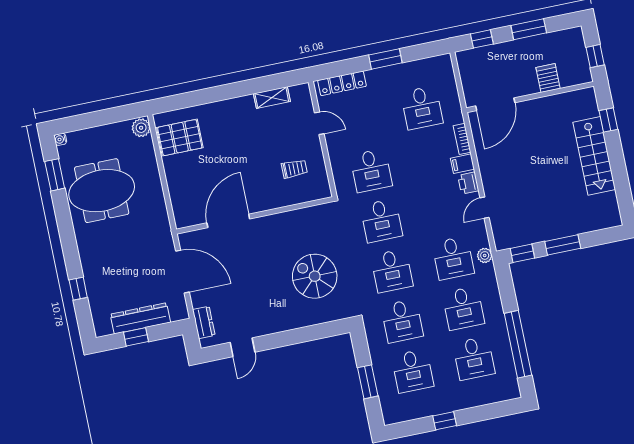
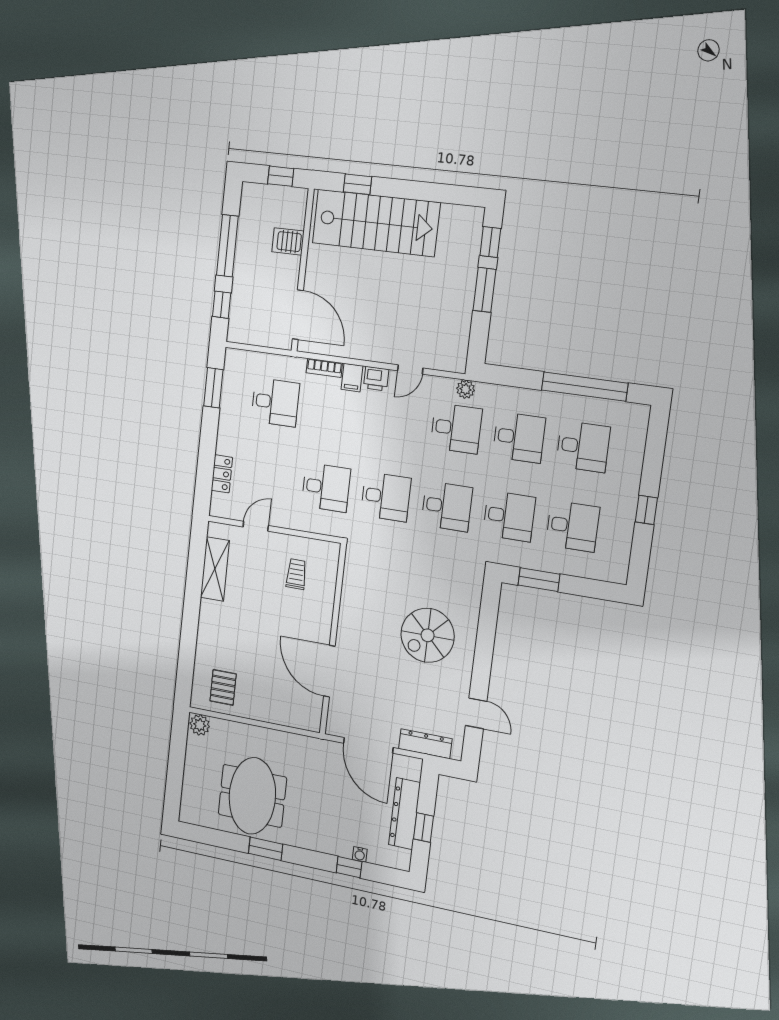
window: (529, 29) -> (227, 246), width x1.44
window: (385, 59) -> (213, 388), moved
locker: (342, 83) -> (222, 474), width x0.66
shelving: (272, 98) -> (215, 569), width x1.50, depth x1.33
pallet: (180, 138) -> (223, 687), width x0.67, depth x0.71
water cooler: (60, 139) -> (360, 854), moved
stairs: (594, 156) -> (376, 223), width x1.36, depth x1.51
window: (55, 175) -> (266, 849), moved
door: (485, 208) -> (410, 369), hinge flipped
window: (522, 253) -> (490, 242), moved
door: (182, 272) -> (368, 745), swing flipped
spiral stairs: (315, 276) -> (428, 635), moved
dresser: (204, 322) -> (425, 744), width x1.44
window: (368, 382) -> (539, 580), moved

